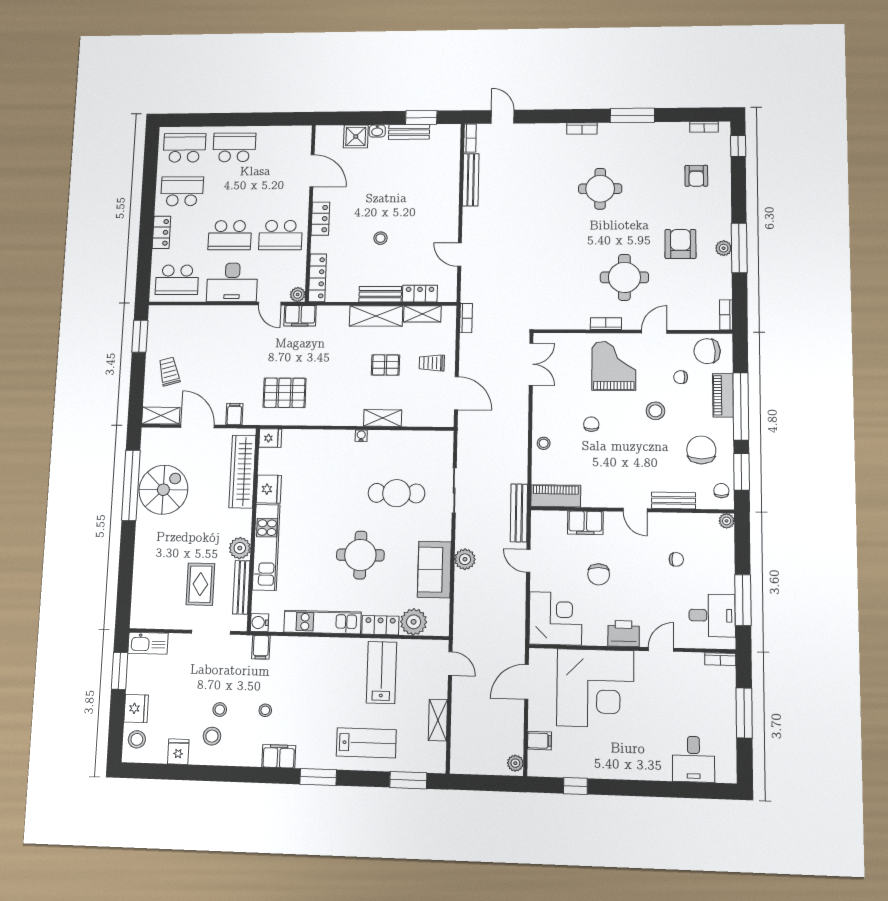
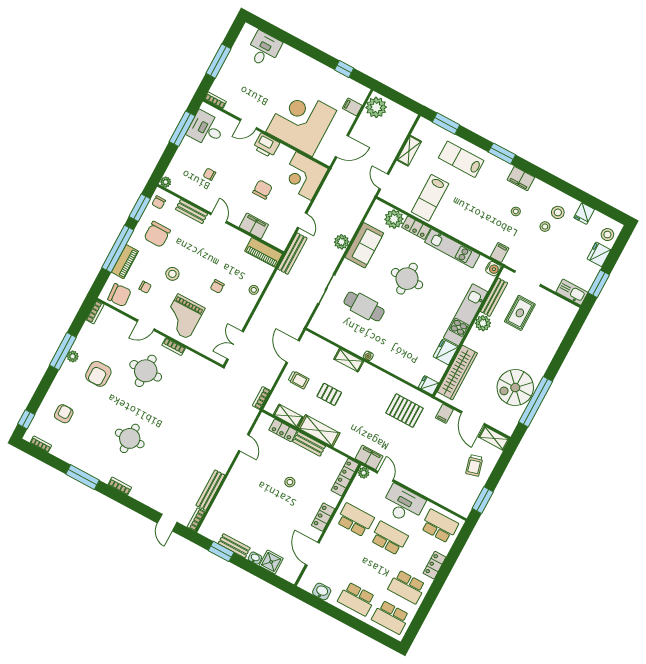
washbasin: (279, 134) -> (322, 591), added
plant: (515, 763) -> (376, 107), width x1.87, depth x1.87

